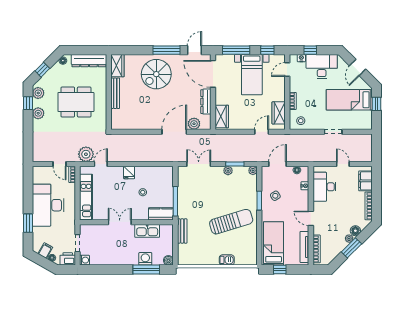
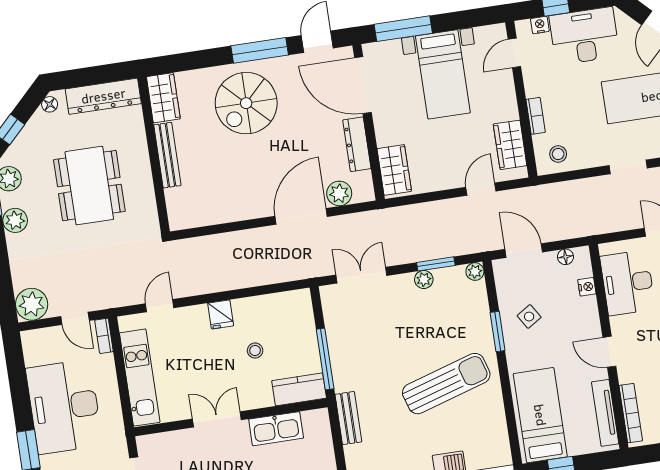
window: (267, 50) -> (467, 19), removed
dining table: (76, 102) -> (89, 186), turned 90
plant: (86, 154) -> (32, 304), moved
door: (277, 164) -> (524, 251), hinge flipped

